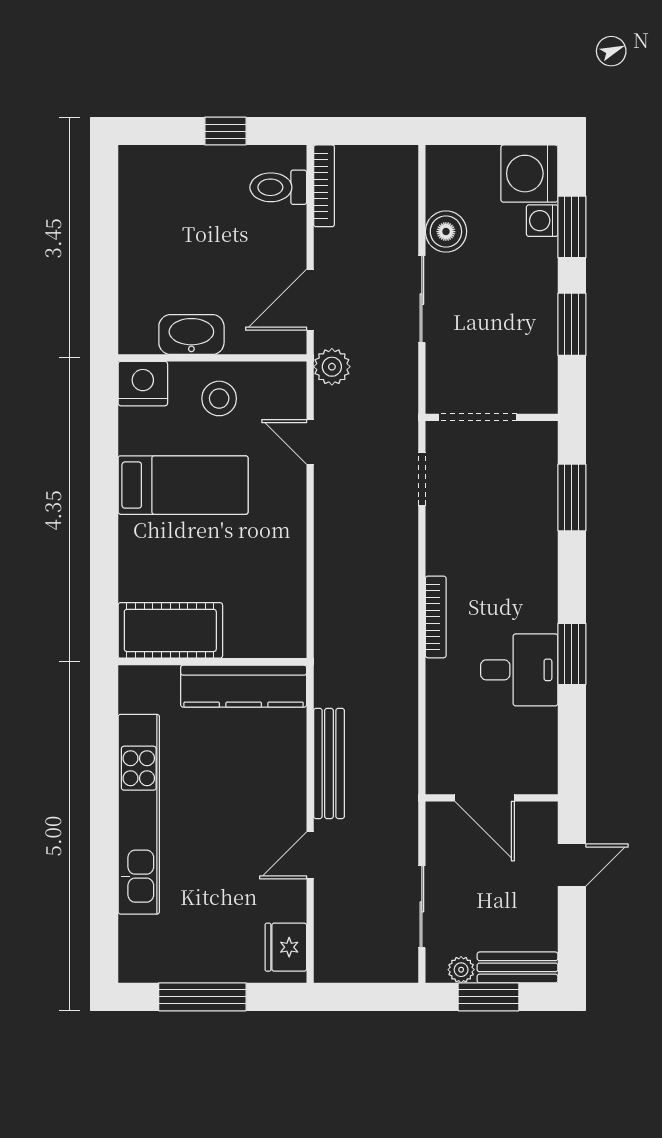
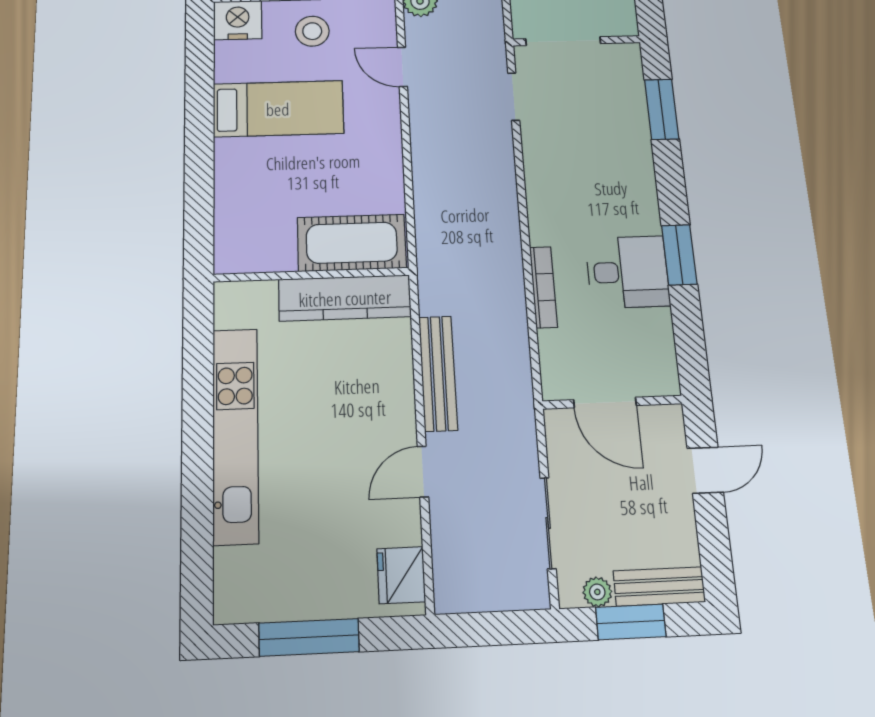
bookcase: (436, 617) -> (543, 287), moved
cot: (170, 630) -> (352, 243), moved

